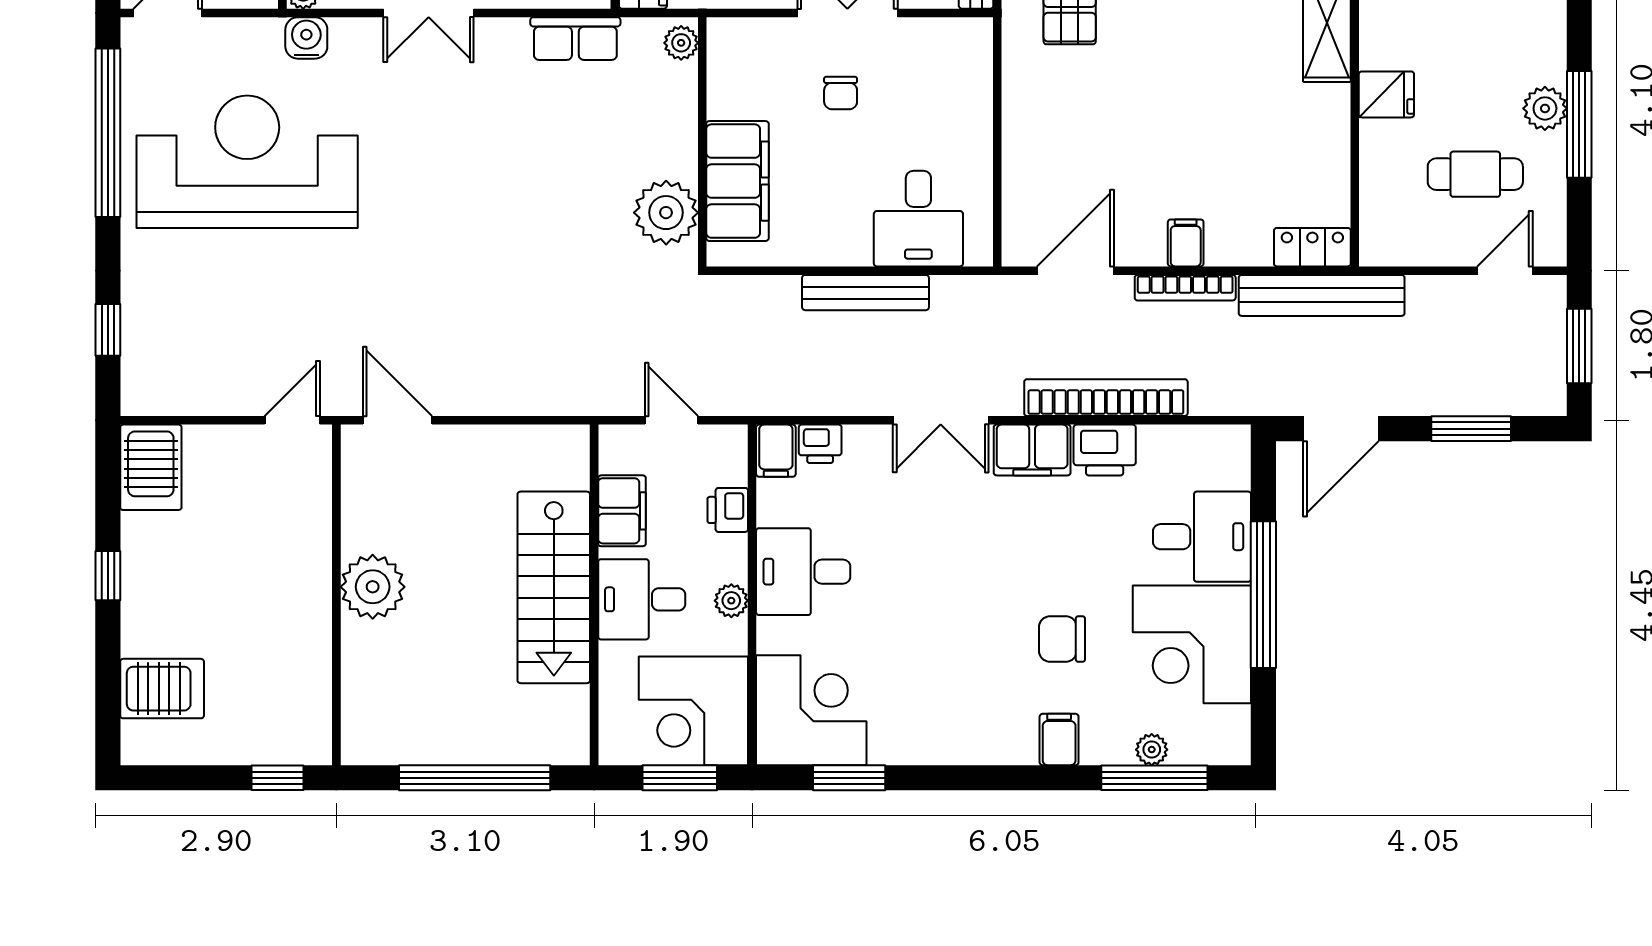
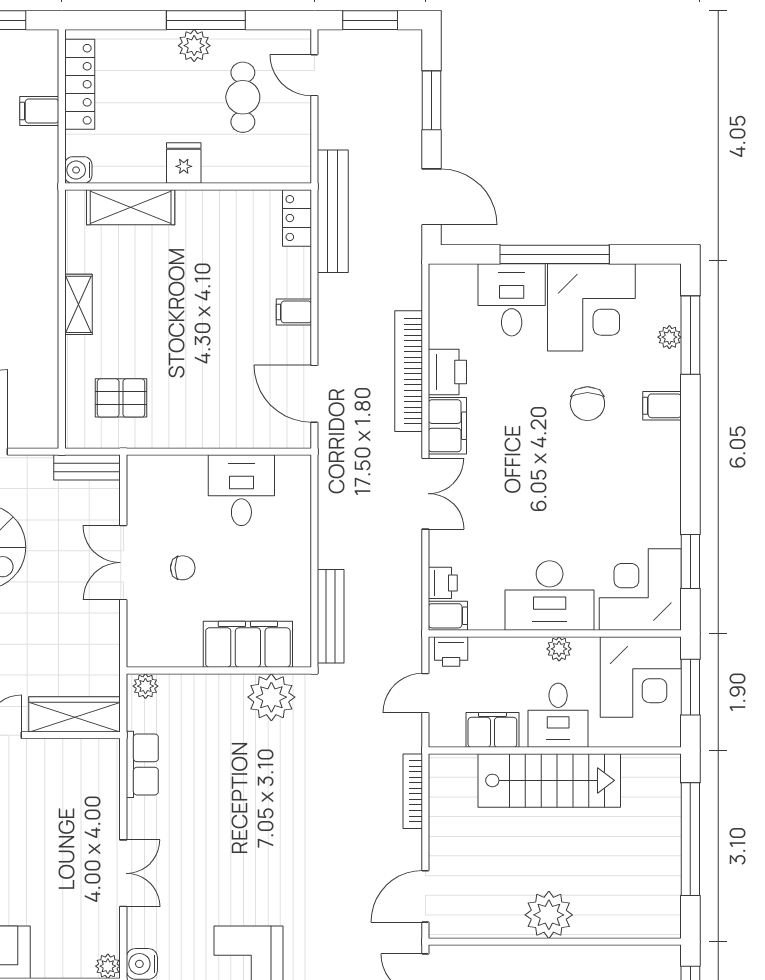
desk: (918, 219) -> (241, 490), moved, turned -90
bookcase: (1185, 288) -> (413, 791), moved, turned 180
bench: (865, 293) -> (331, 616), moved
printer: (728, 510) -> (451, 651), moved
desk: (803, 572) -> (550, 596), width x1.37

